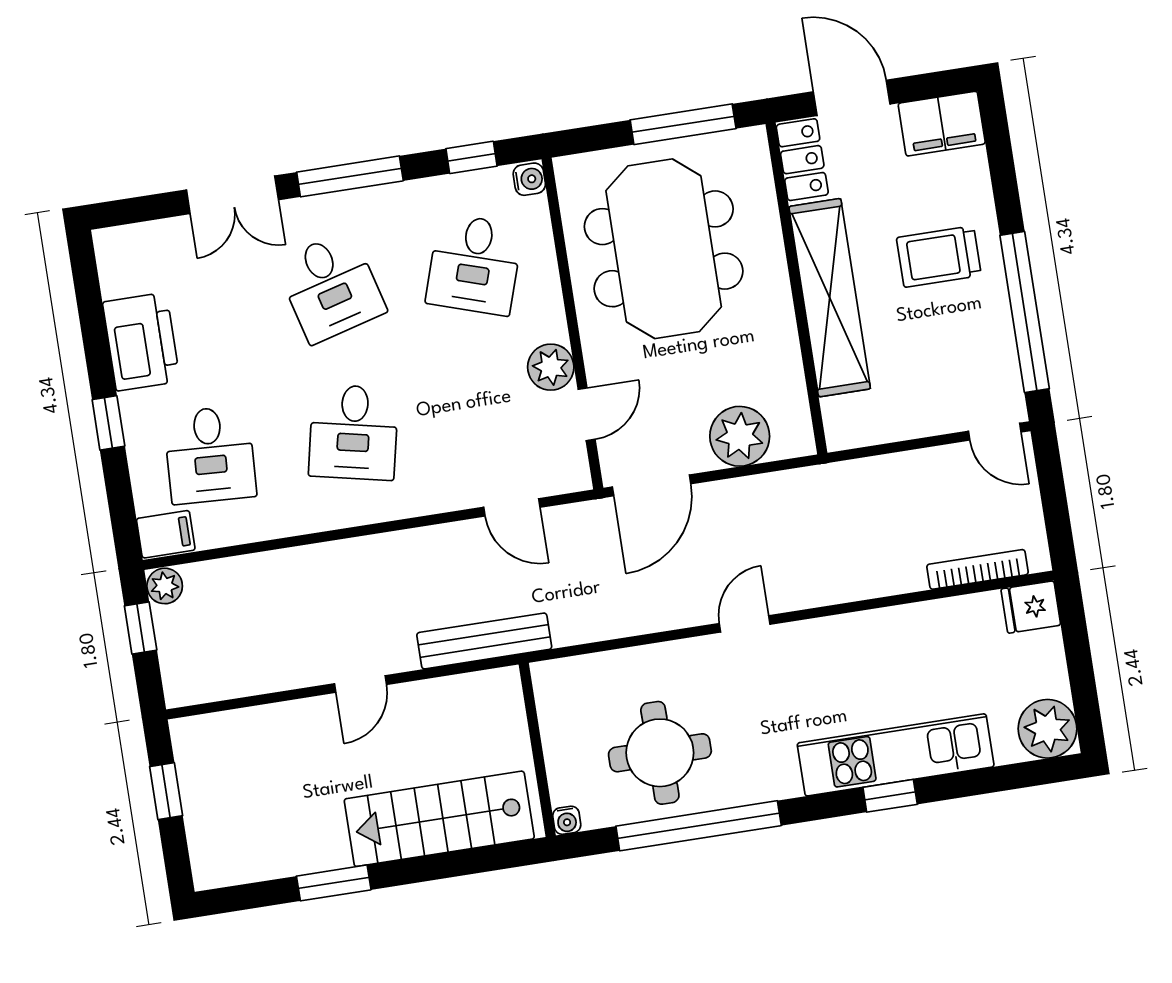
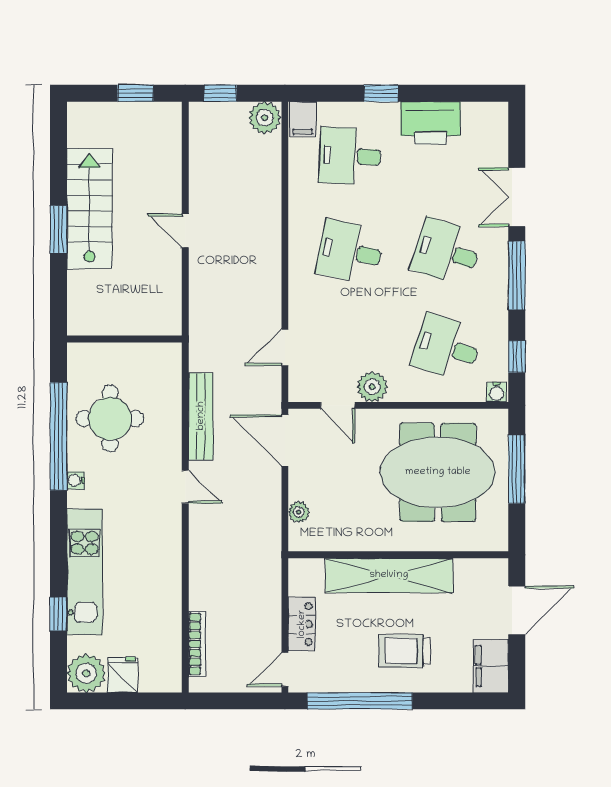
window: (683, 124) -> (517, 469), moved
locker: (802, 160) -> (302, 624), moved, turned -90
trolley: (939, 257) -> (405, 651), turned -90
desk: (331, 287) -> (447, 252), turned 33
plant: (740, 436) -> (299, 512), width x0.53, depth x0.53
plant: (165, 586) -> (265, 118), width x1.38, depth x1.38
fridge: (1031, 607) -> (123, 675), moved
window: (141, 628) -> (220, 93), moved
bench: (484, 641) -> (201, 416), moved
window: (890, 796) -> (59, 614), moved
stairs: (439, 819) -> (90, 208), moved
water cooler: (567, 820) -> (76, 480), moved
window: (334, 883) -> (59, 229), moved

